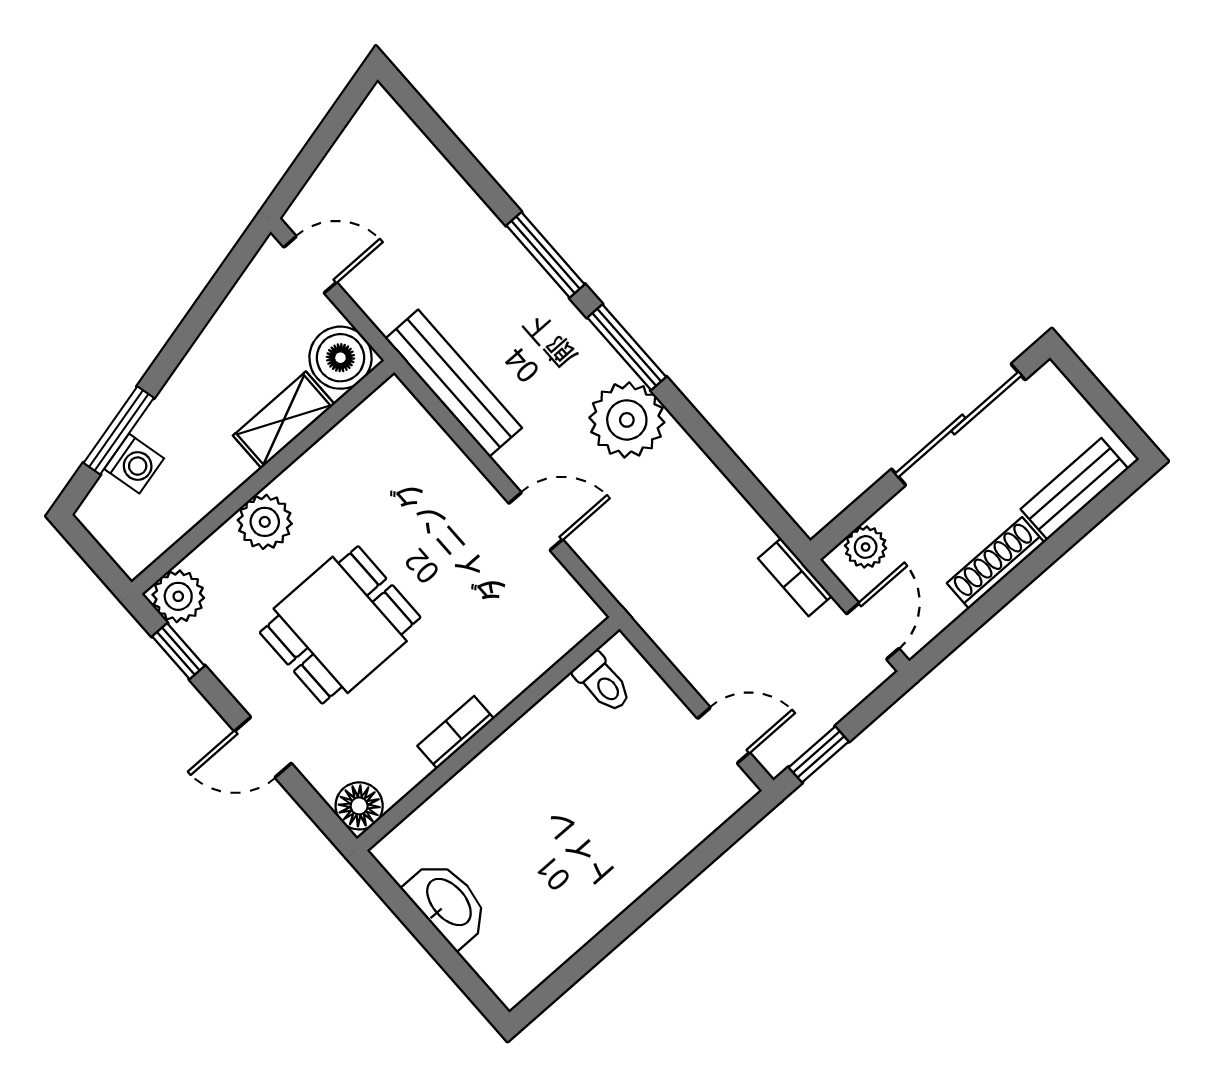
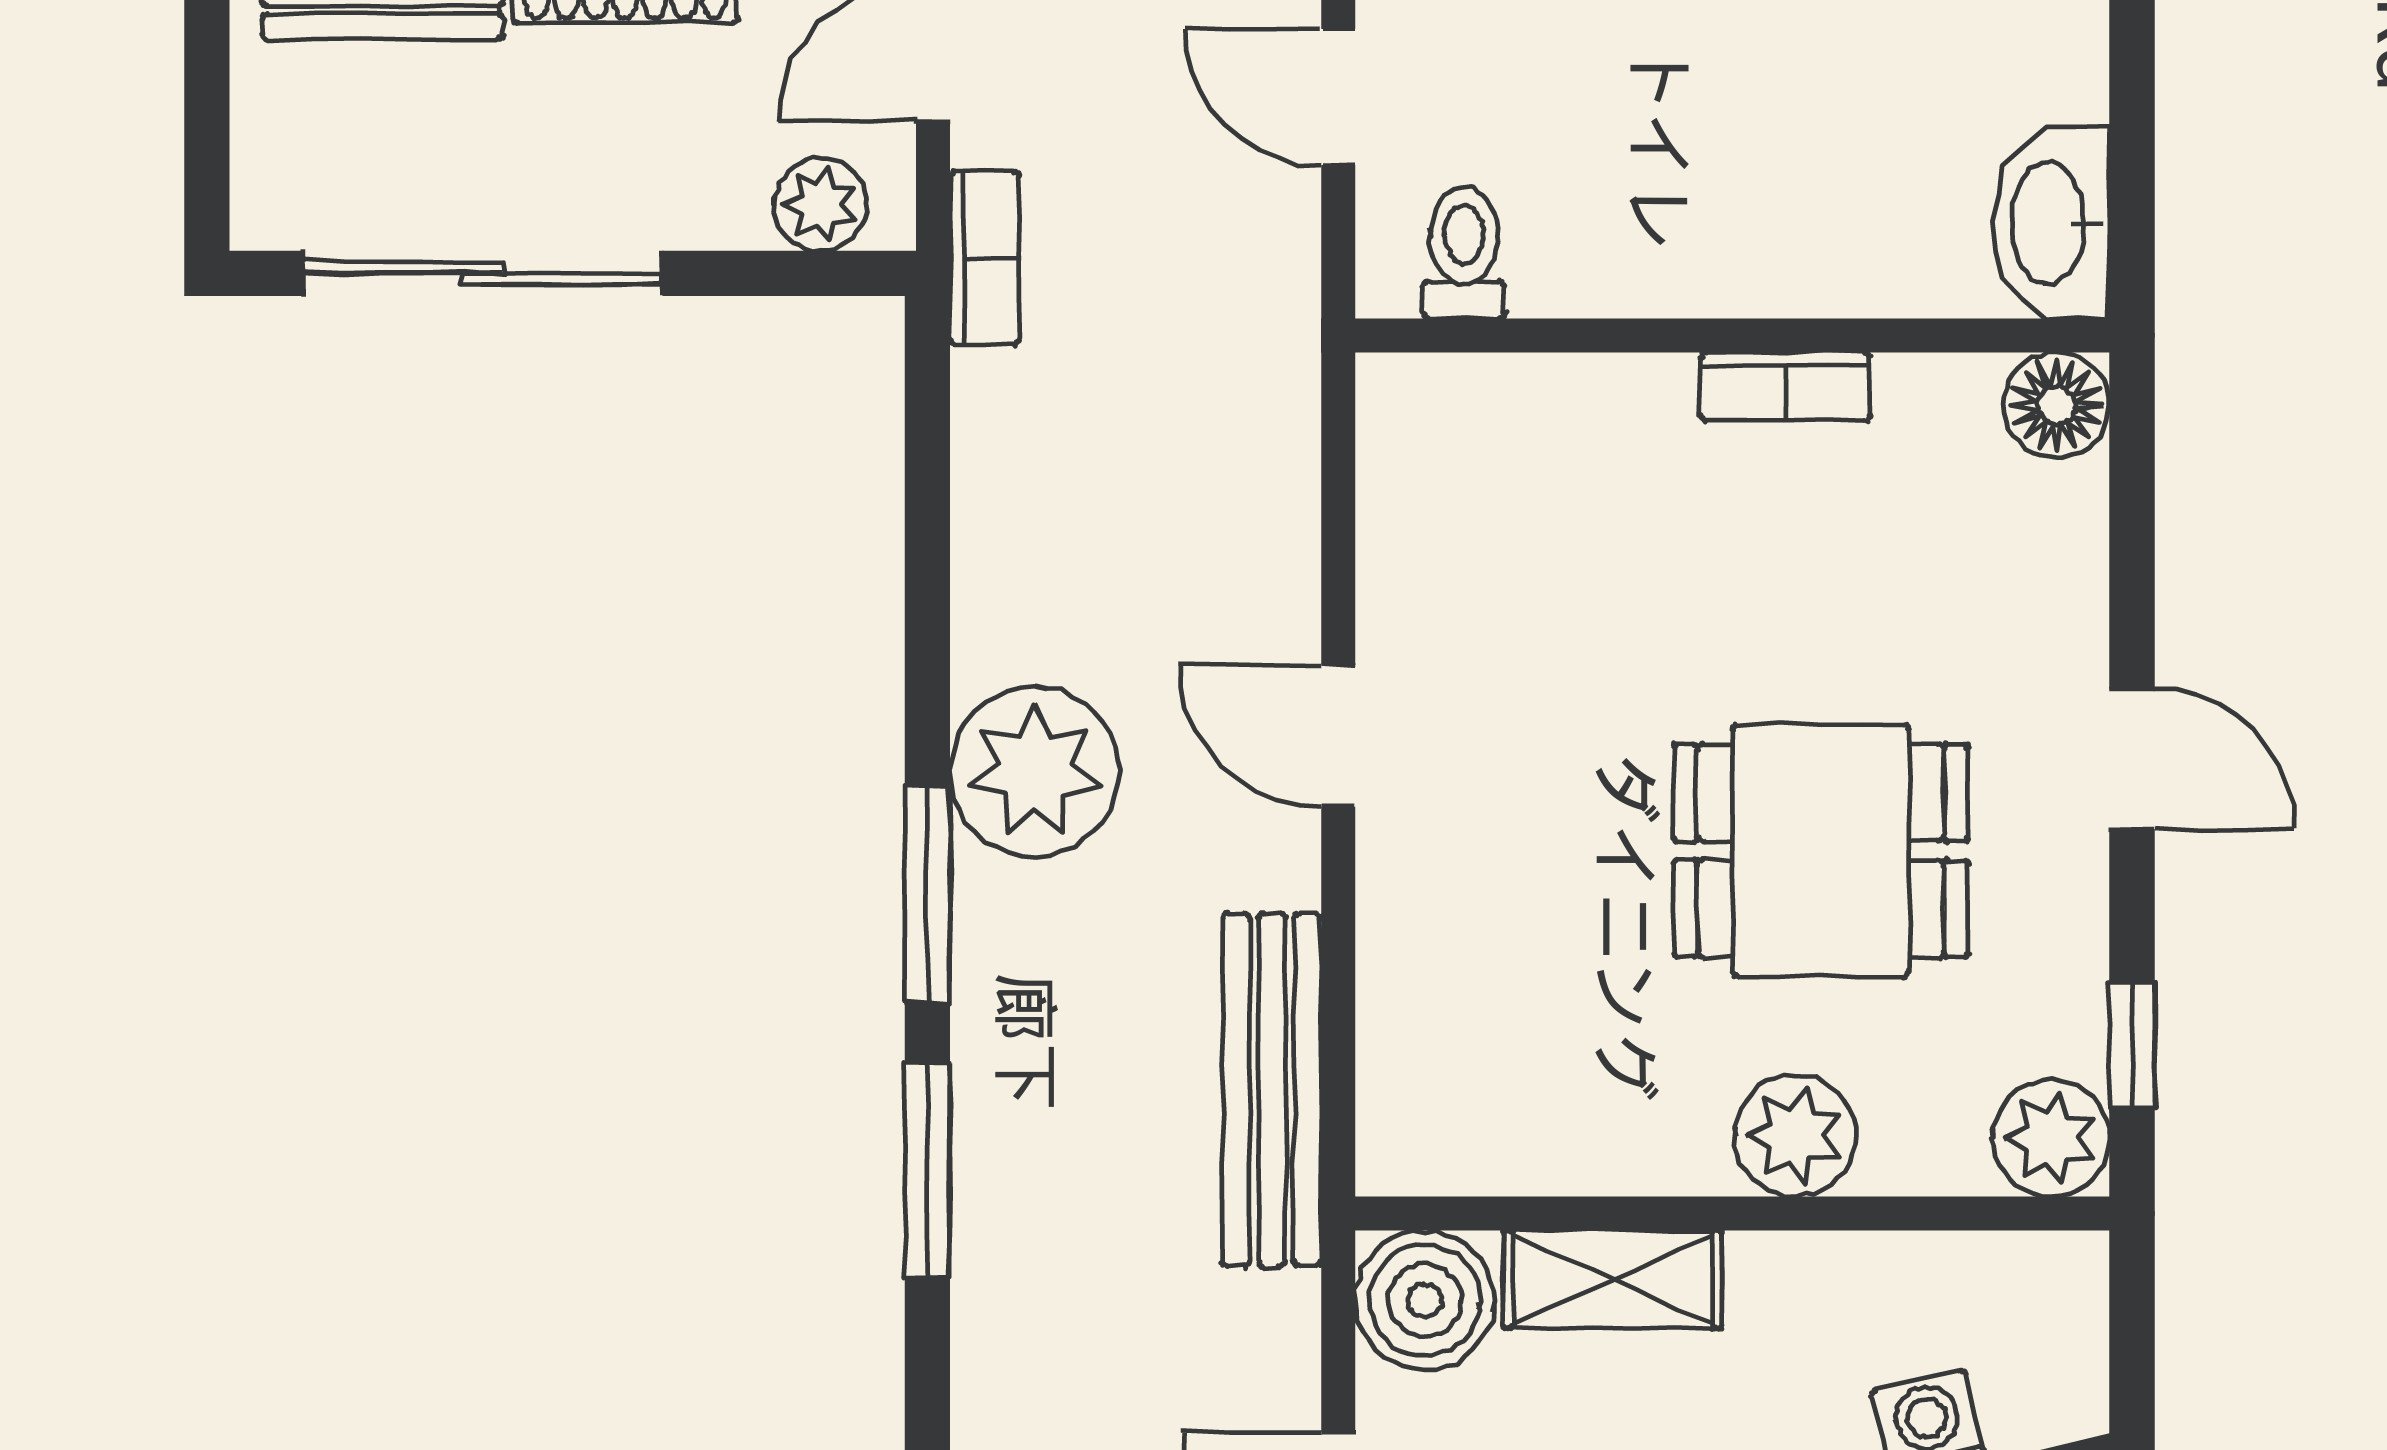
toilet: (603, 683) -> (1464, 252), moved
bookcase: (456, 732) -> (1785, 386), moved
wall: (488, 734) -> (1732, 335), moved
floor lamp: (359, 806) -> (2057, 405), moved

